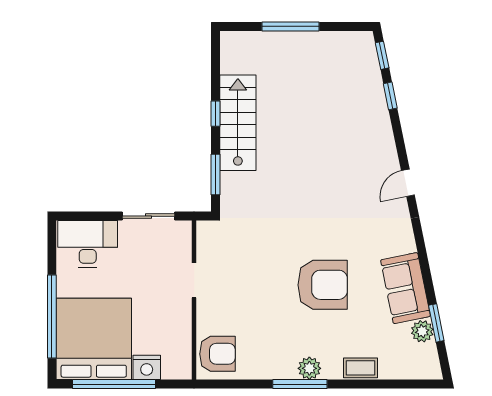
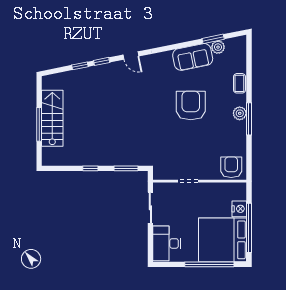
window: (382, 55) -> (102, 61), moved
stairs: (238, 123) -> (52, 118), moved, turned 90

